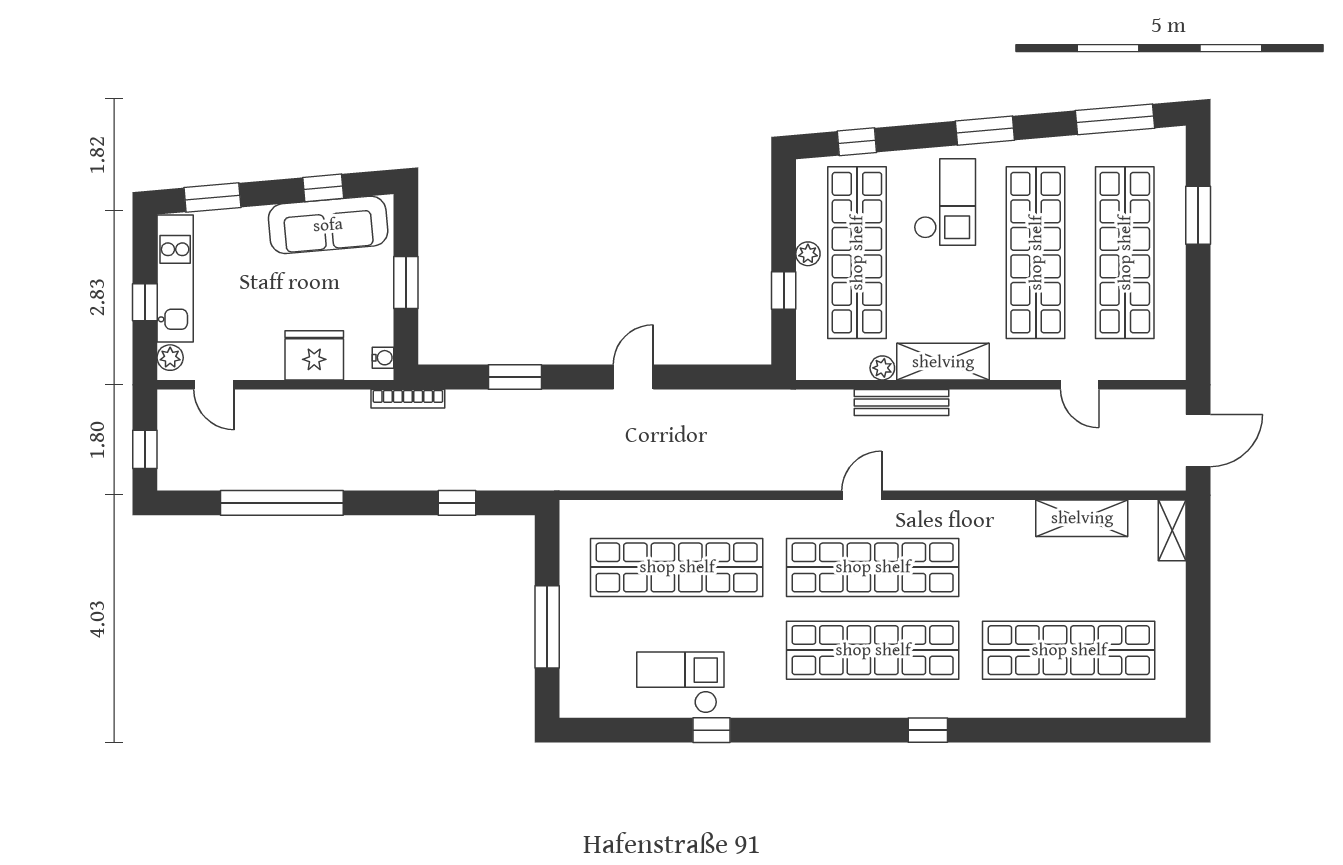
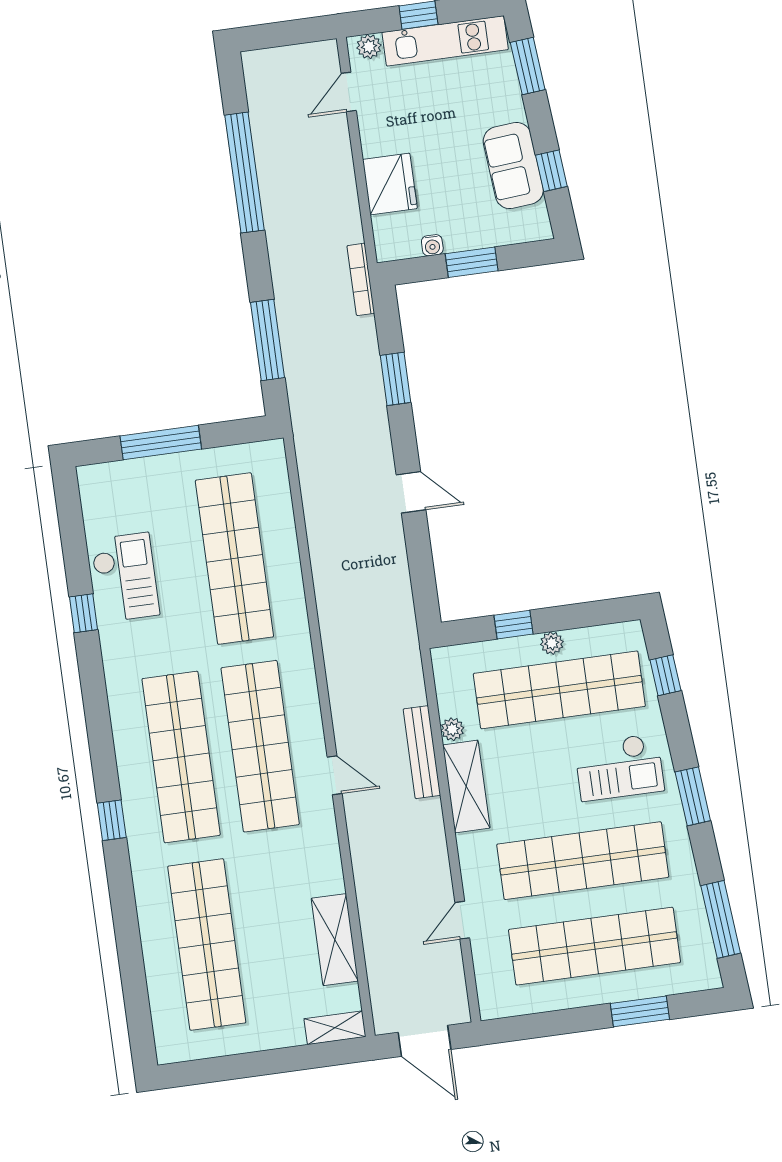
sofa: (328, 225) -> (513, 166), width x0.73
water cooler: (383, 358) -> (432, 245), moved
window: (145, 449) -> (278, 34), removed
door: (862, 495) -> (335, 775), moved
window: (457, 503) -> (267, 340), width x2.17

